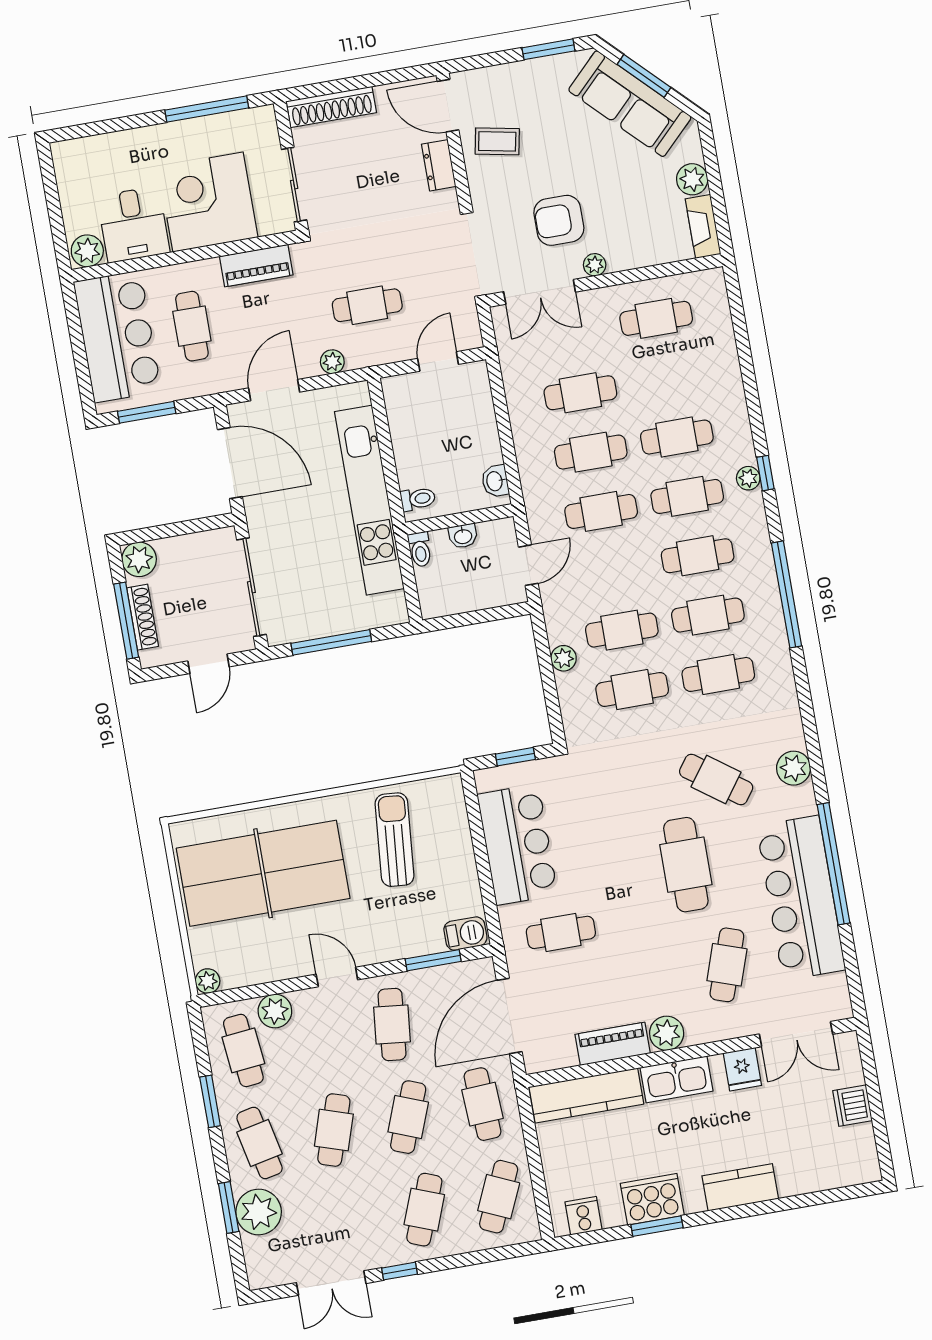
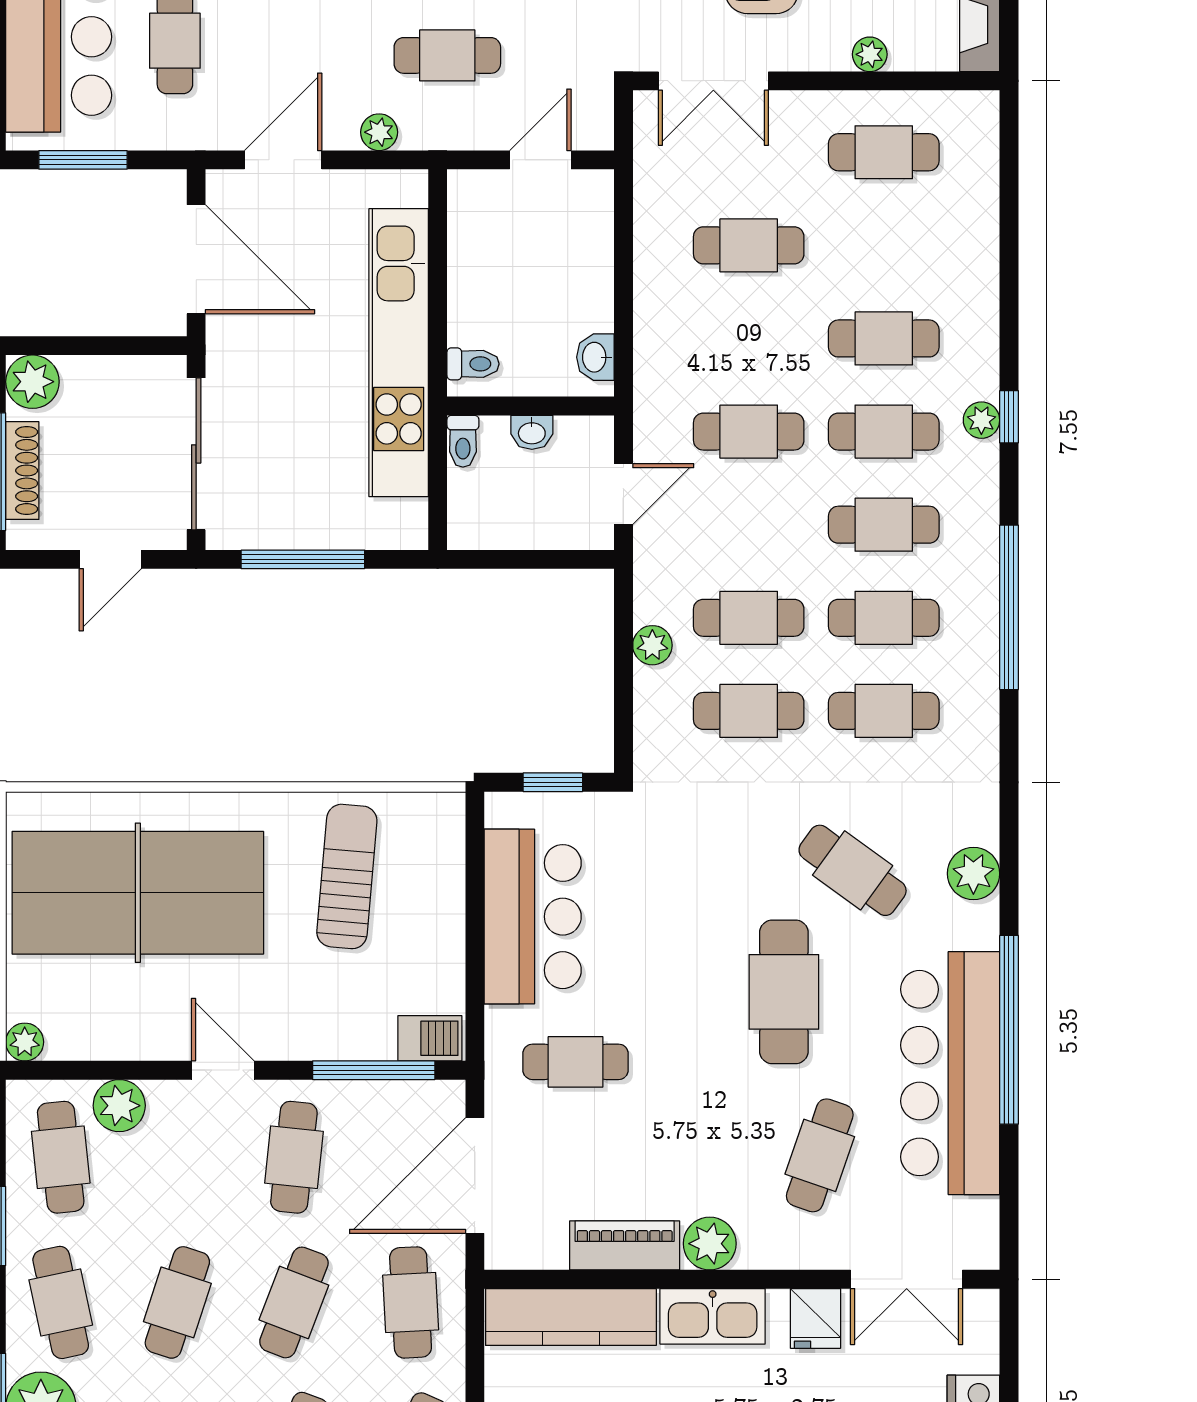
plant: (595, 265) -> (870, 54), moved
cafe table: (591, 452) -> (749, 338), removed
window: (433, 960) -> (374, 1070), width x1.44

